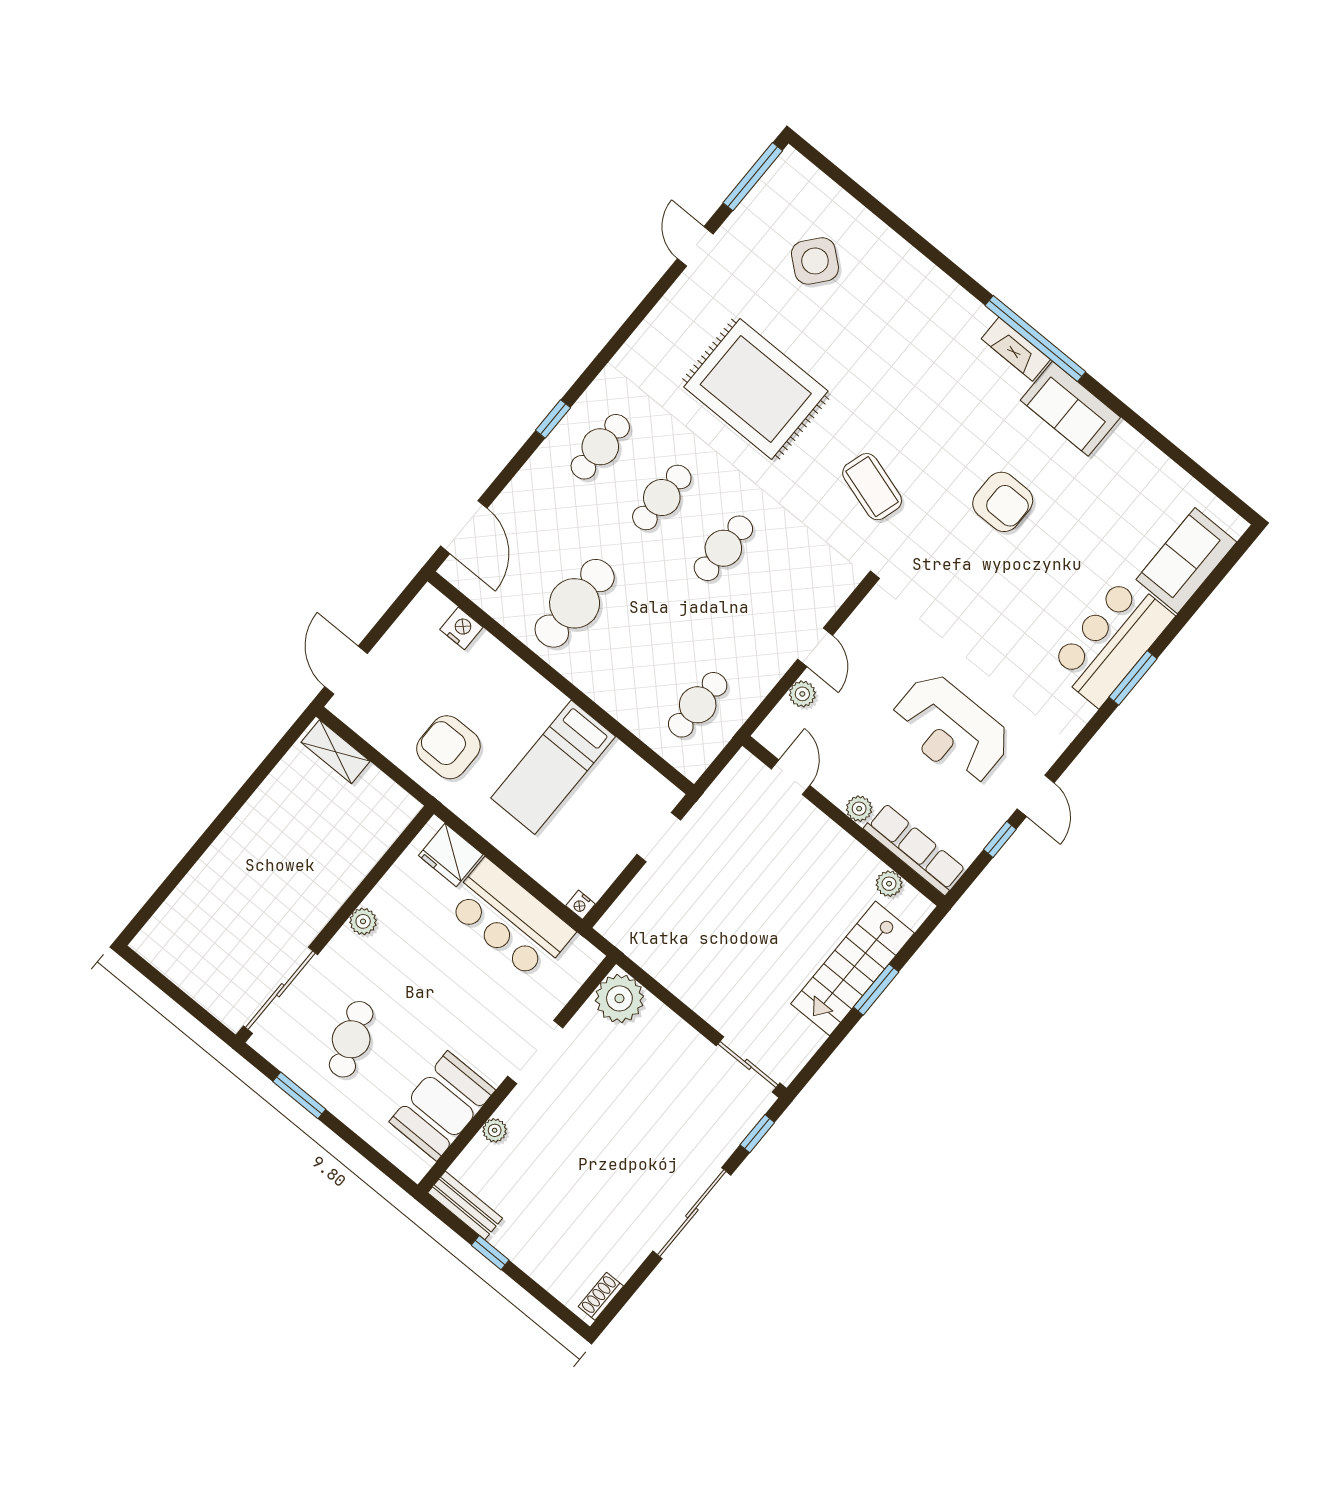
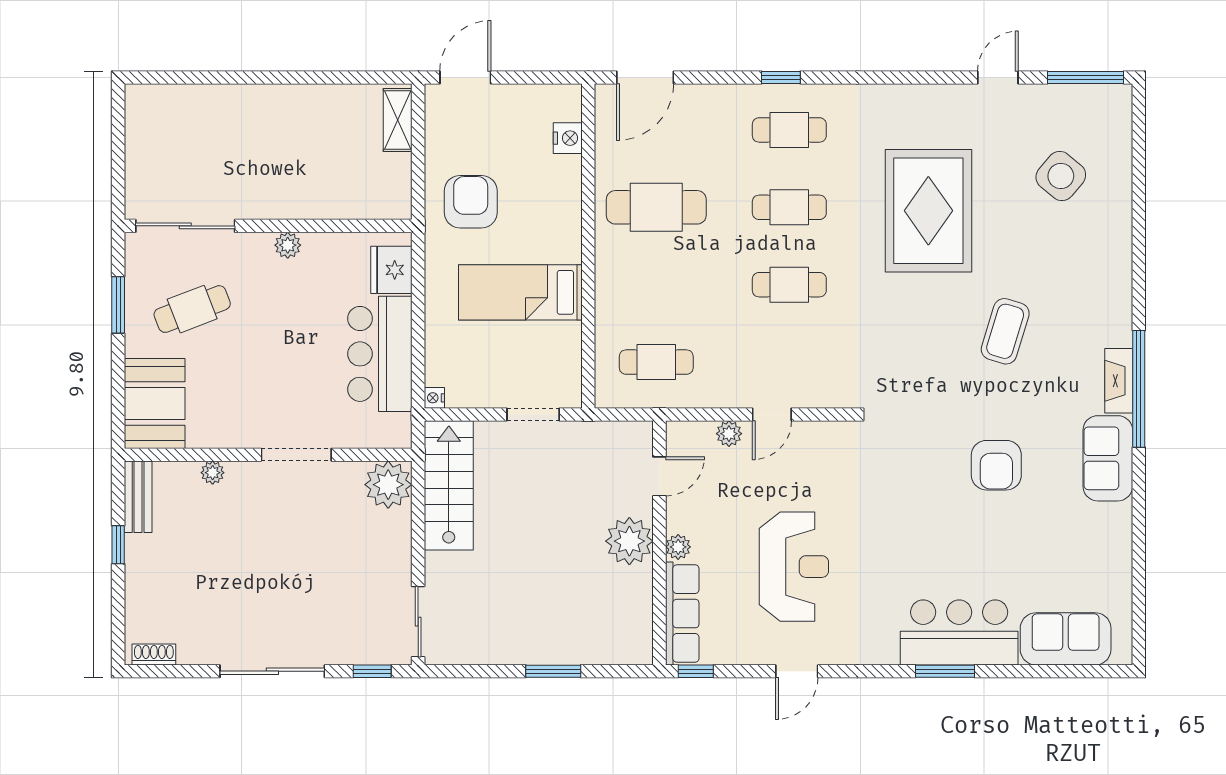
coffee table: (872, 487) -> (1005, 331), moved
reception desk: (951, 729) -> (794, 567), turned 180
window: (1000, 839) -> (696, 671), moved
plant: (889, 884) -> (629, 541), moved, width x1.88, depth x1.88
stairs: (853, 968) -> (449, 485), moved, turned 90
booth: (442, 1106) -> (155, 403), moved, turned 90

